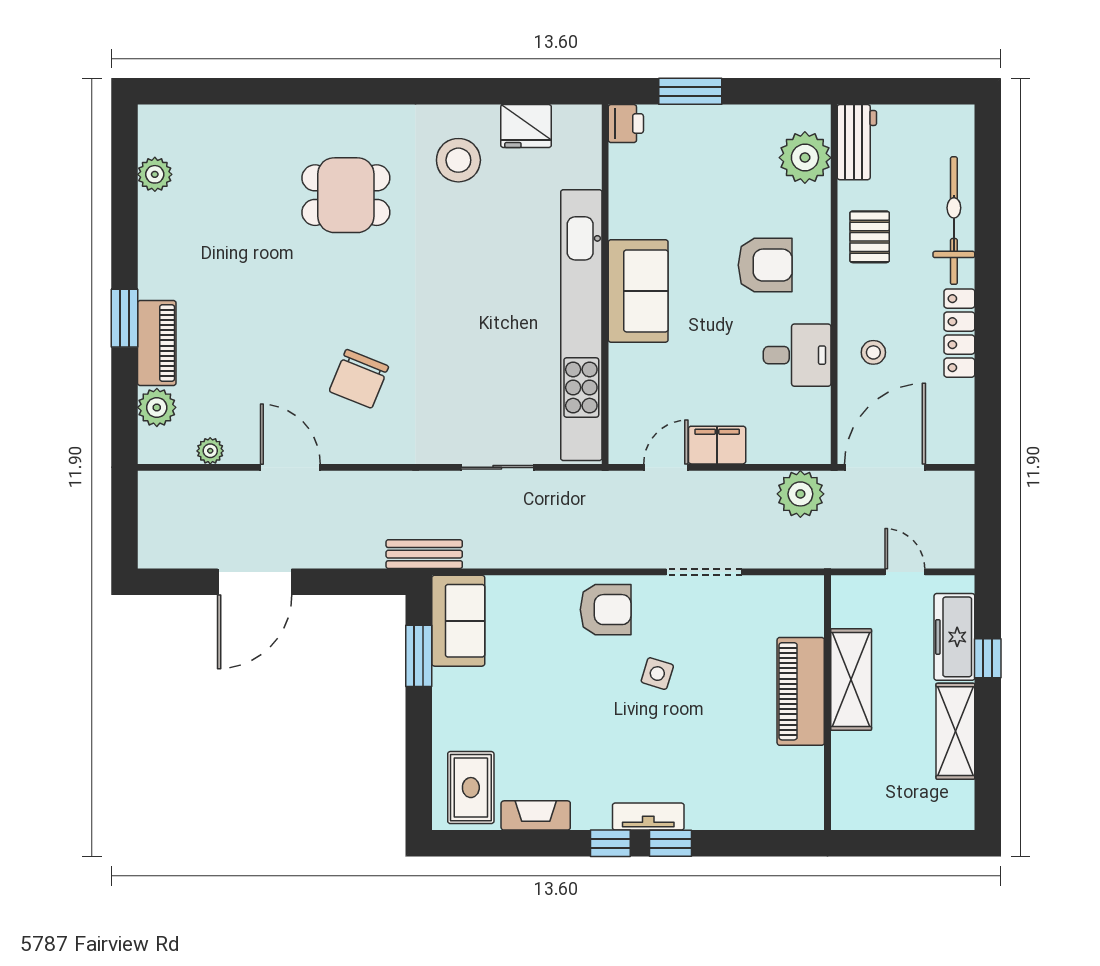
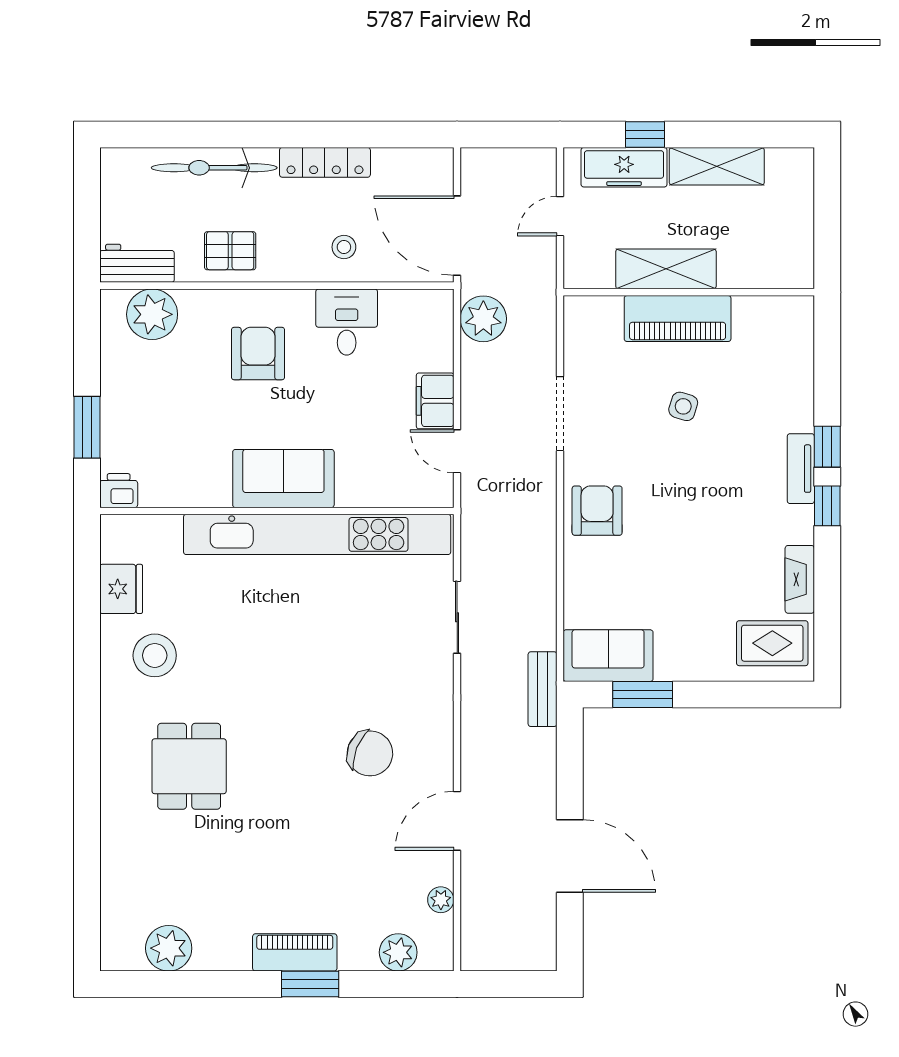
plant: (155, 174) -> (169, 948), width x1.36, depth x1.36
piano: (157, 343) -> (295, 952), moved
side table: (657, 674) -> (683, 406), moved

